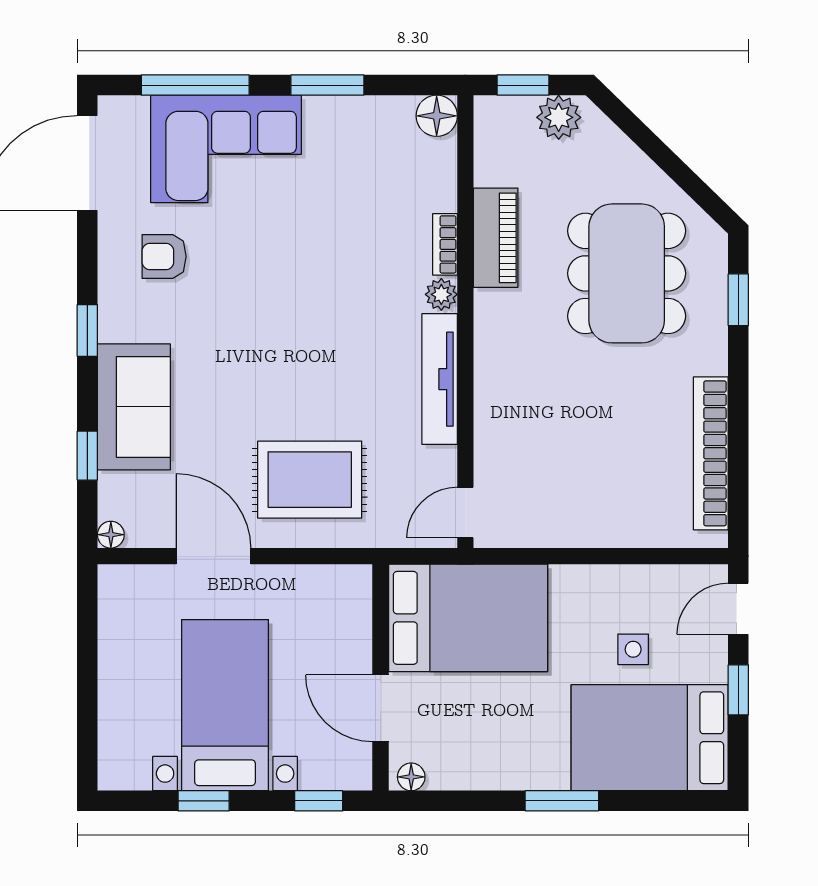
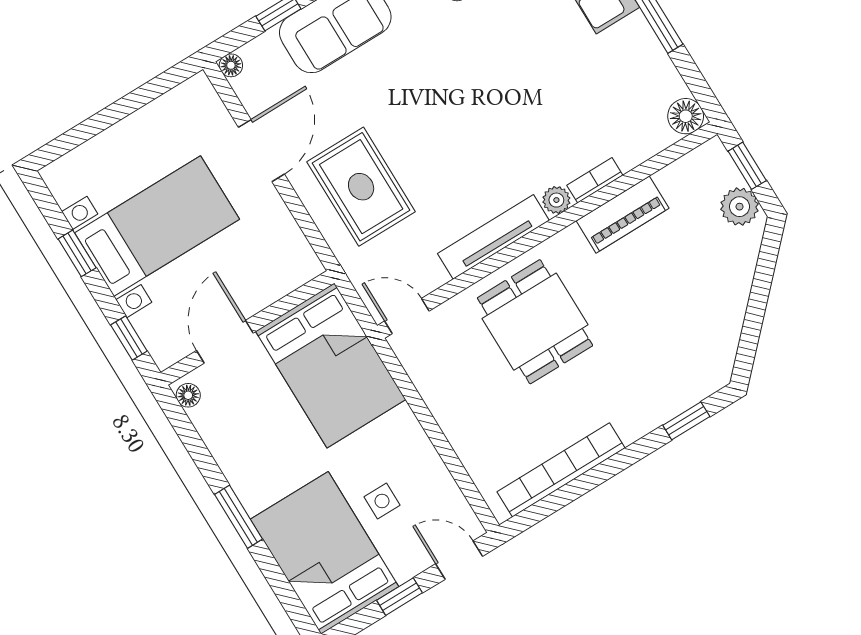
dining table: (627, 273) -> (535, 322), moved, width x0.73

